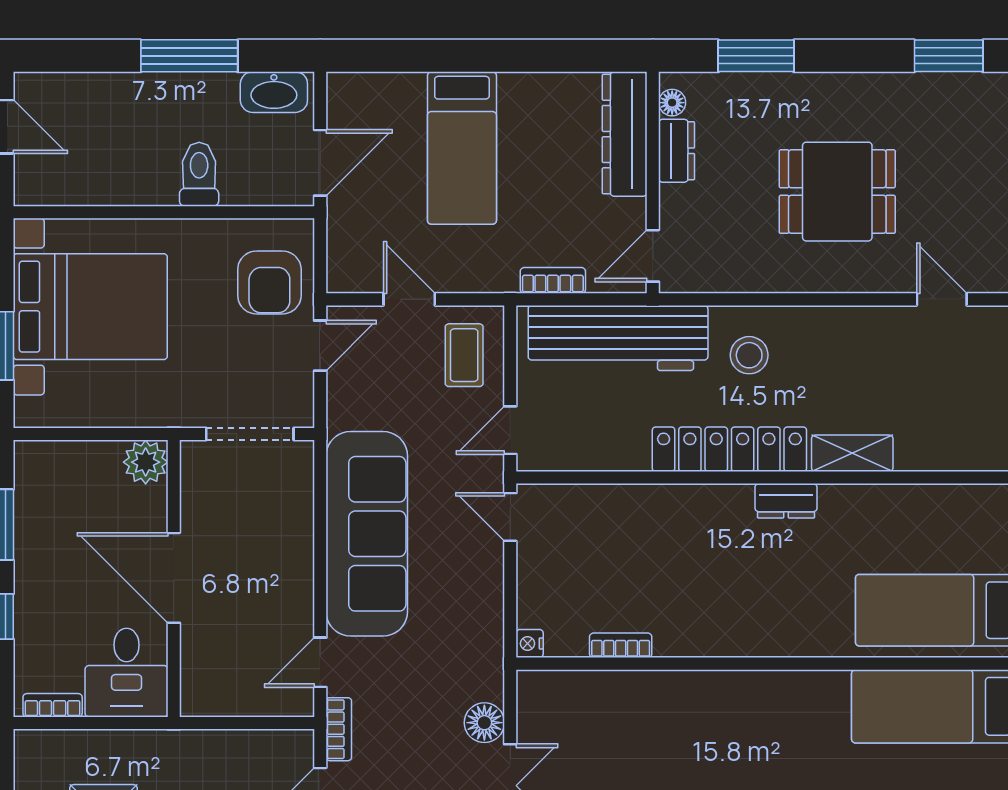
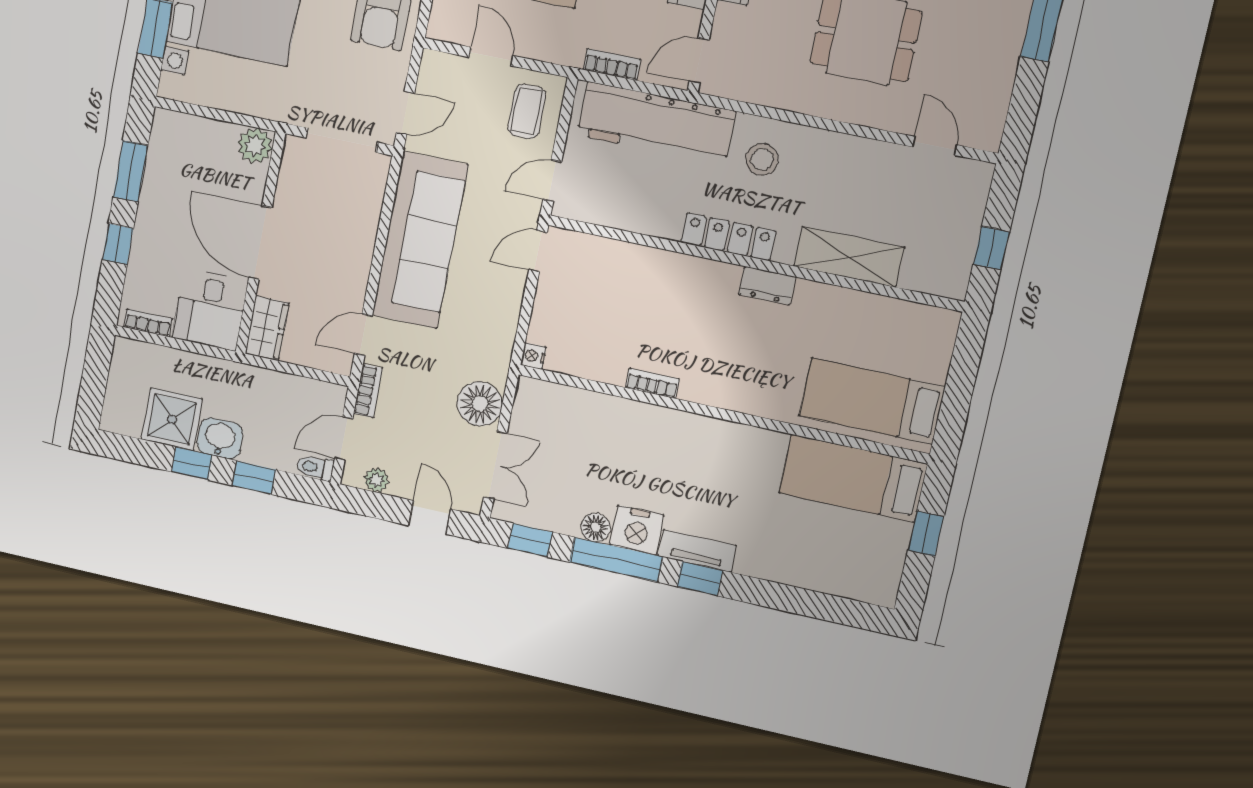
door: (320, 346) -> (405, 113), moved
locker: (729, 449) -> (728, 237), width x0.71, depth x0.83
shelving: (852, 453) -> (849, 257), width x1.50, depth x1.33
door: (510, 517) -> (538, 251), hinge flipped
bookcase: (621, 645) -> (652, 383), moved
wardrobe: (201, 680) -> (267, 328), added
floor lamp: (484, 723) -> (480, 404), width x1.38, depth x1.38

